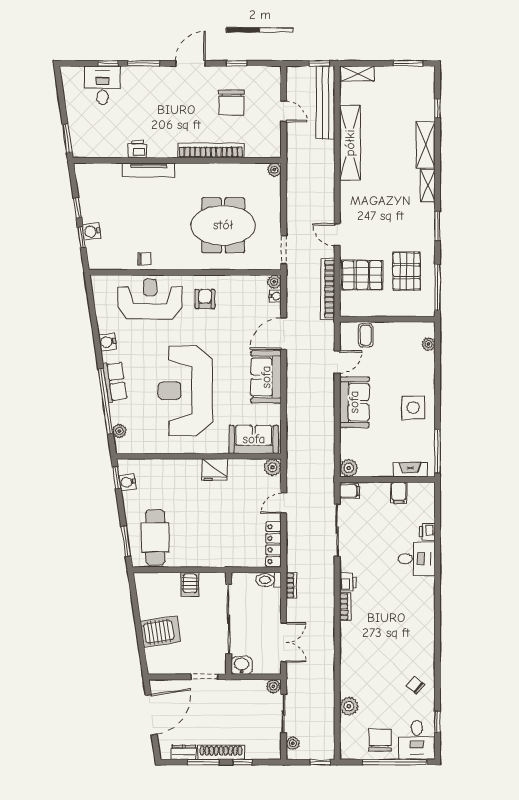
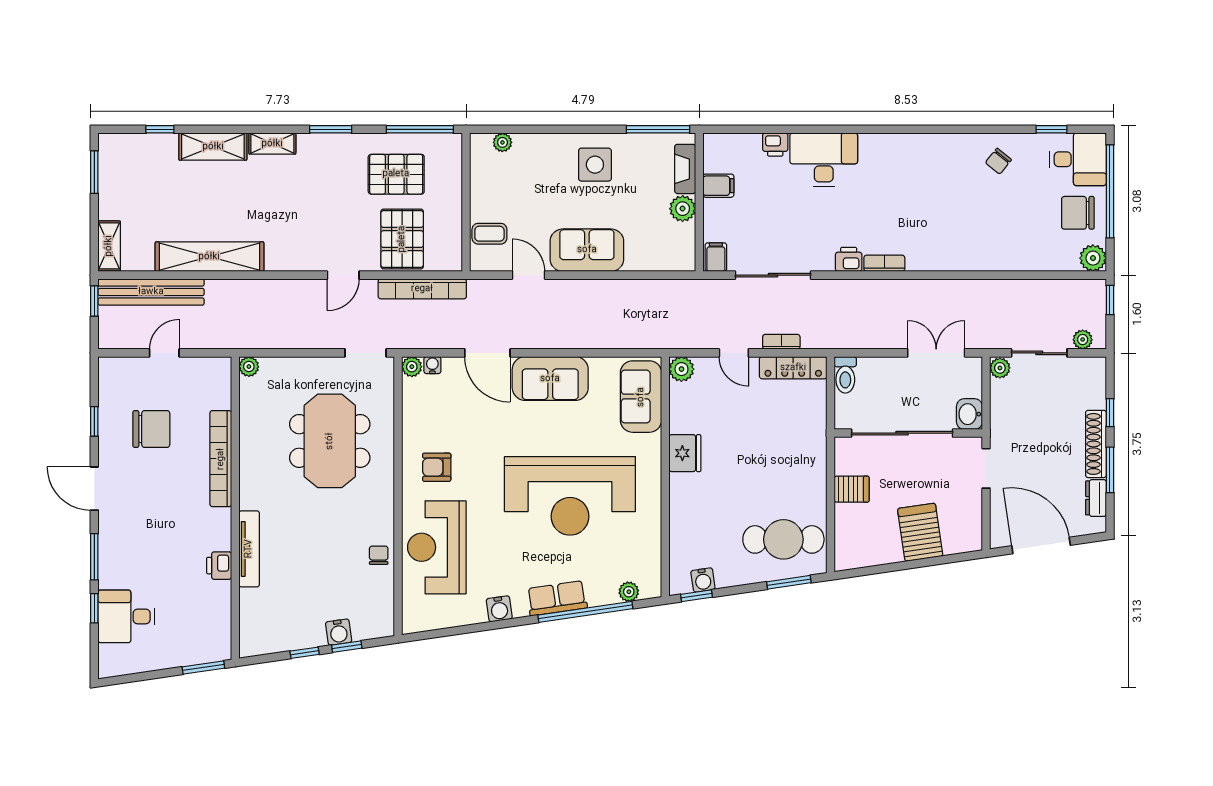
plant: (349, 468) -> (683, 209), moved
desk: (417, 559) -> (824, 160), width x1.37
bookcase: (291, 585) -> (781, 342), moved
plant: (349, 706) -> (1093, 258), moved

